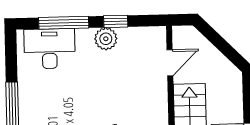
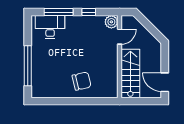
plant: (106, 39) -> (111, 22), moved

